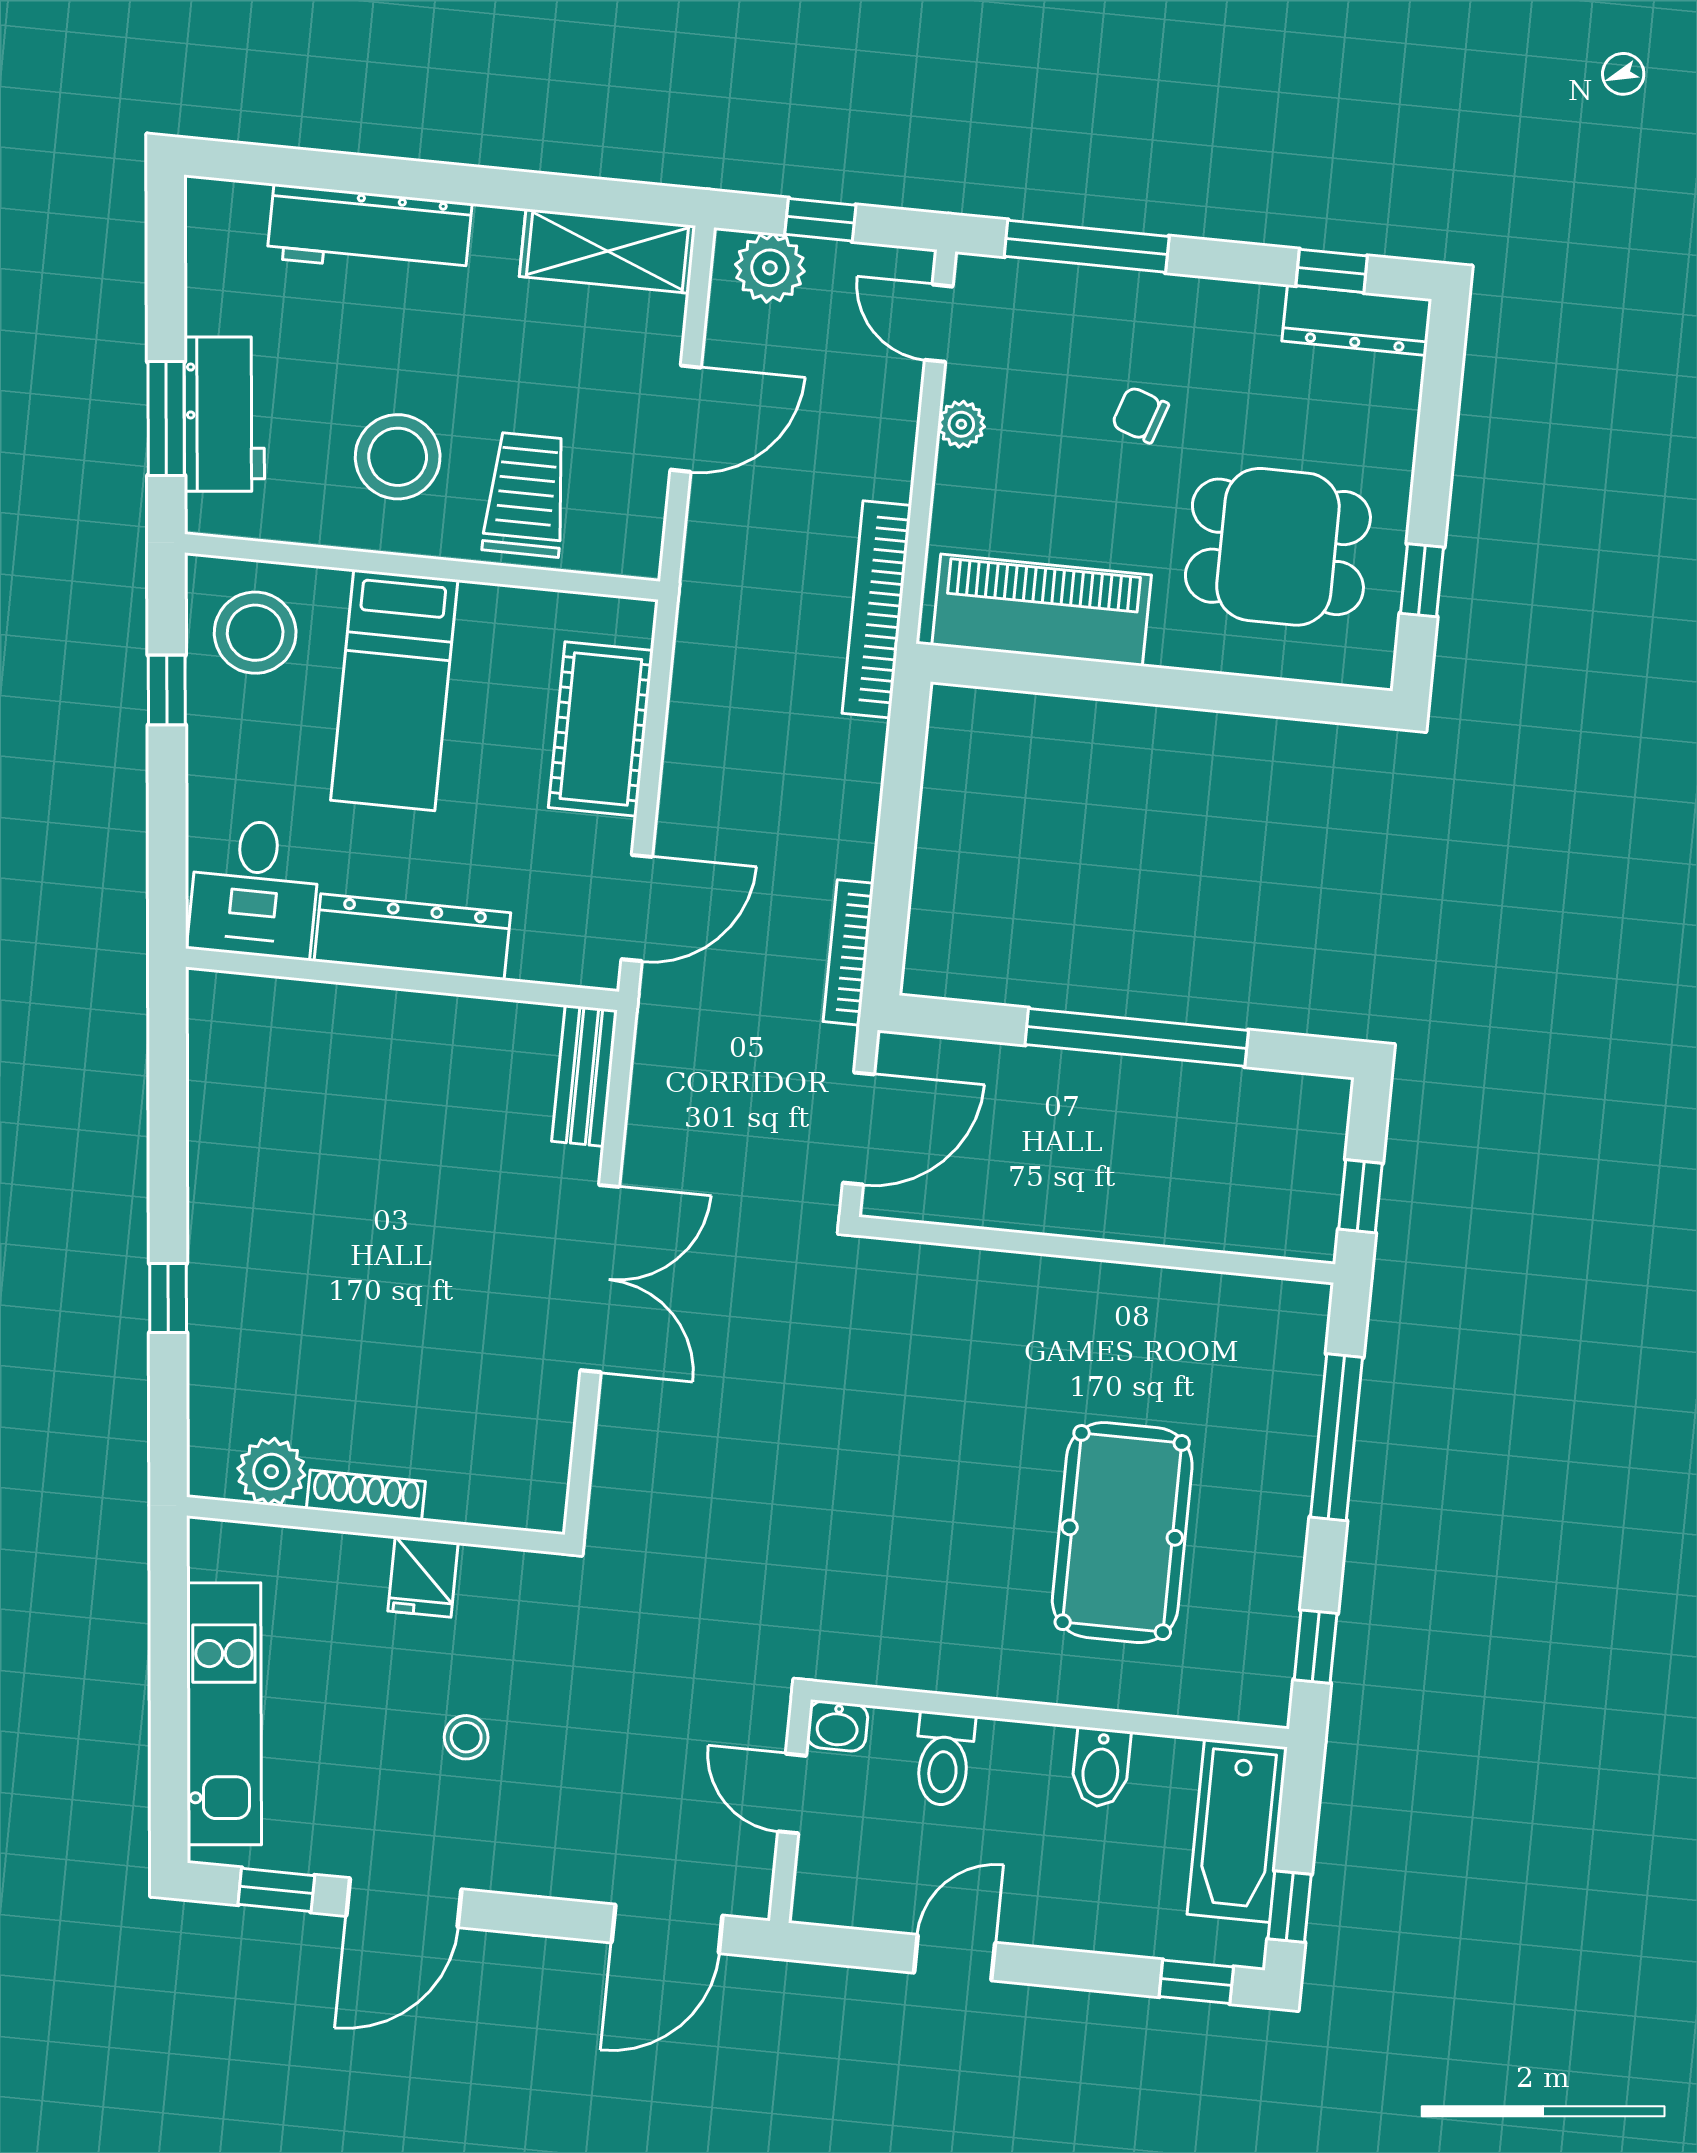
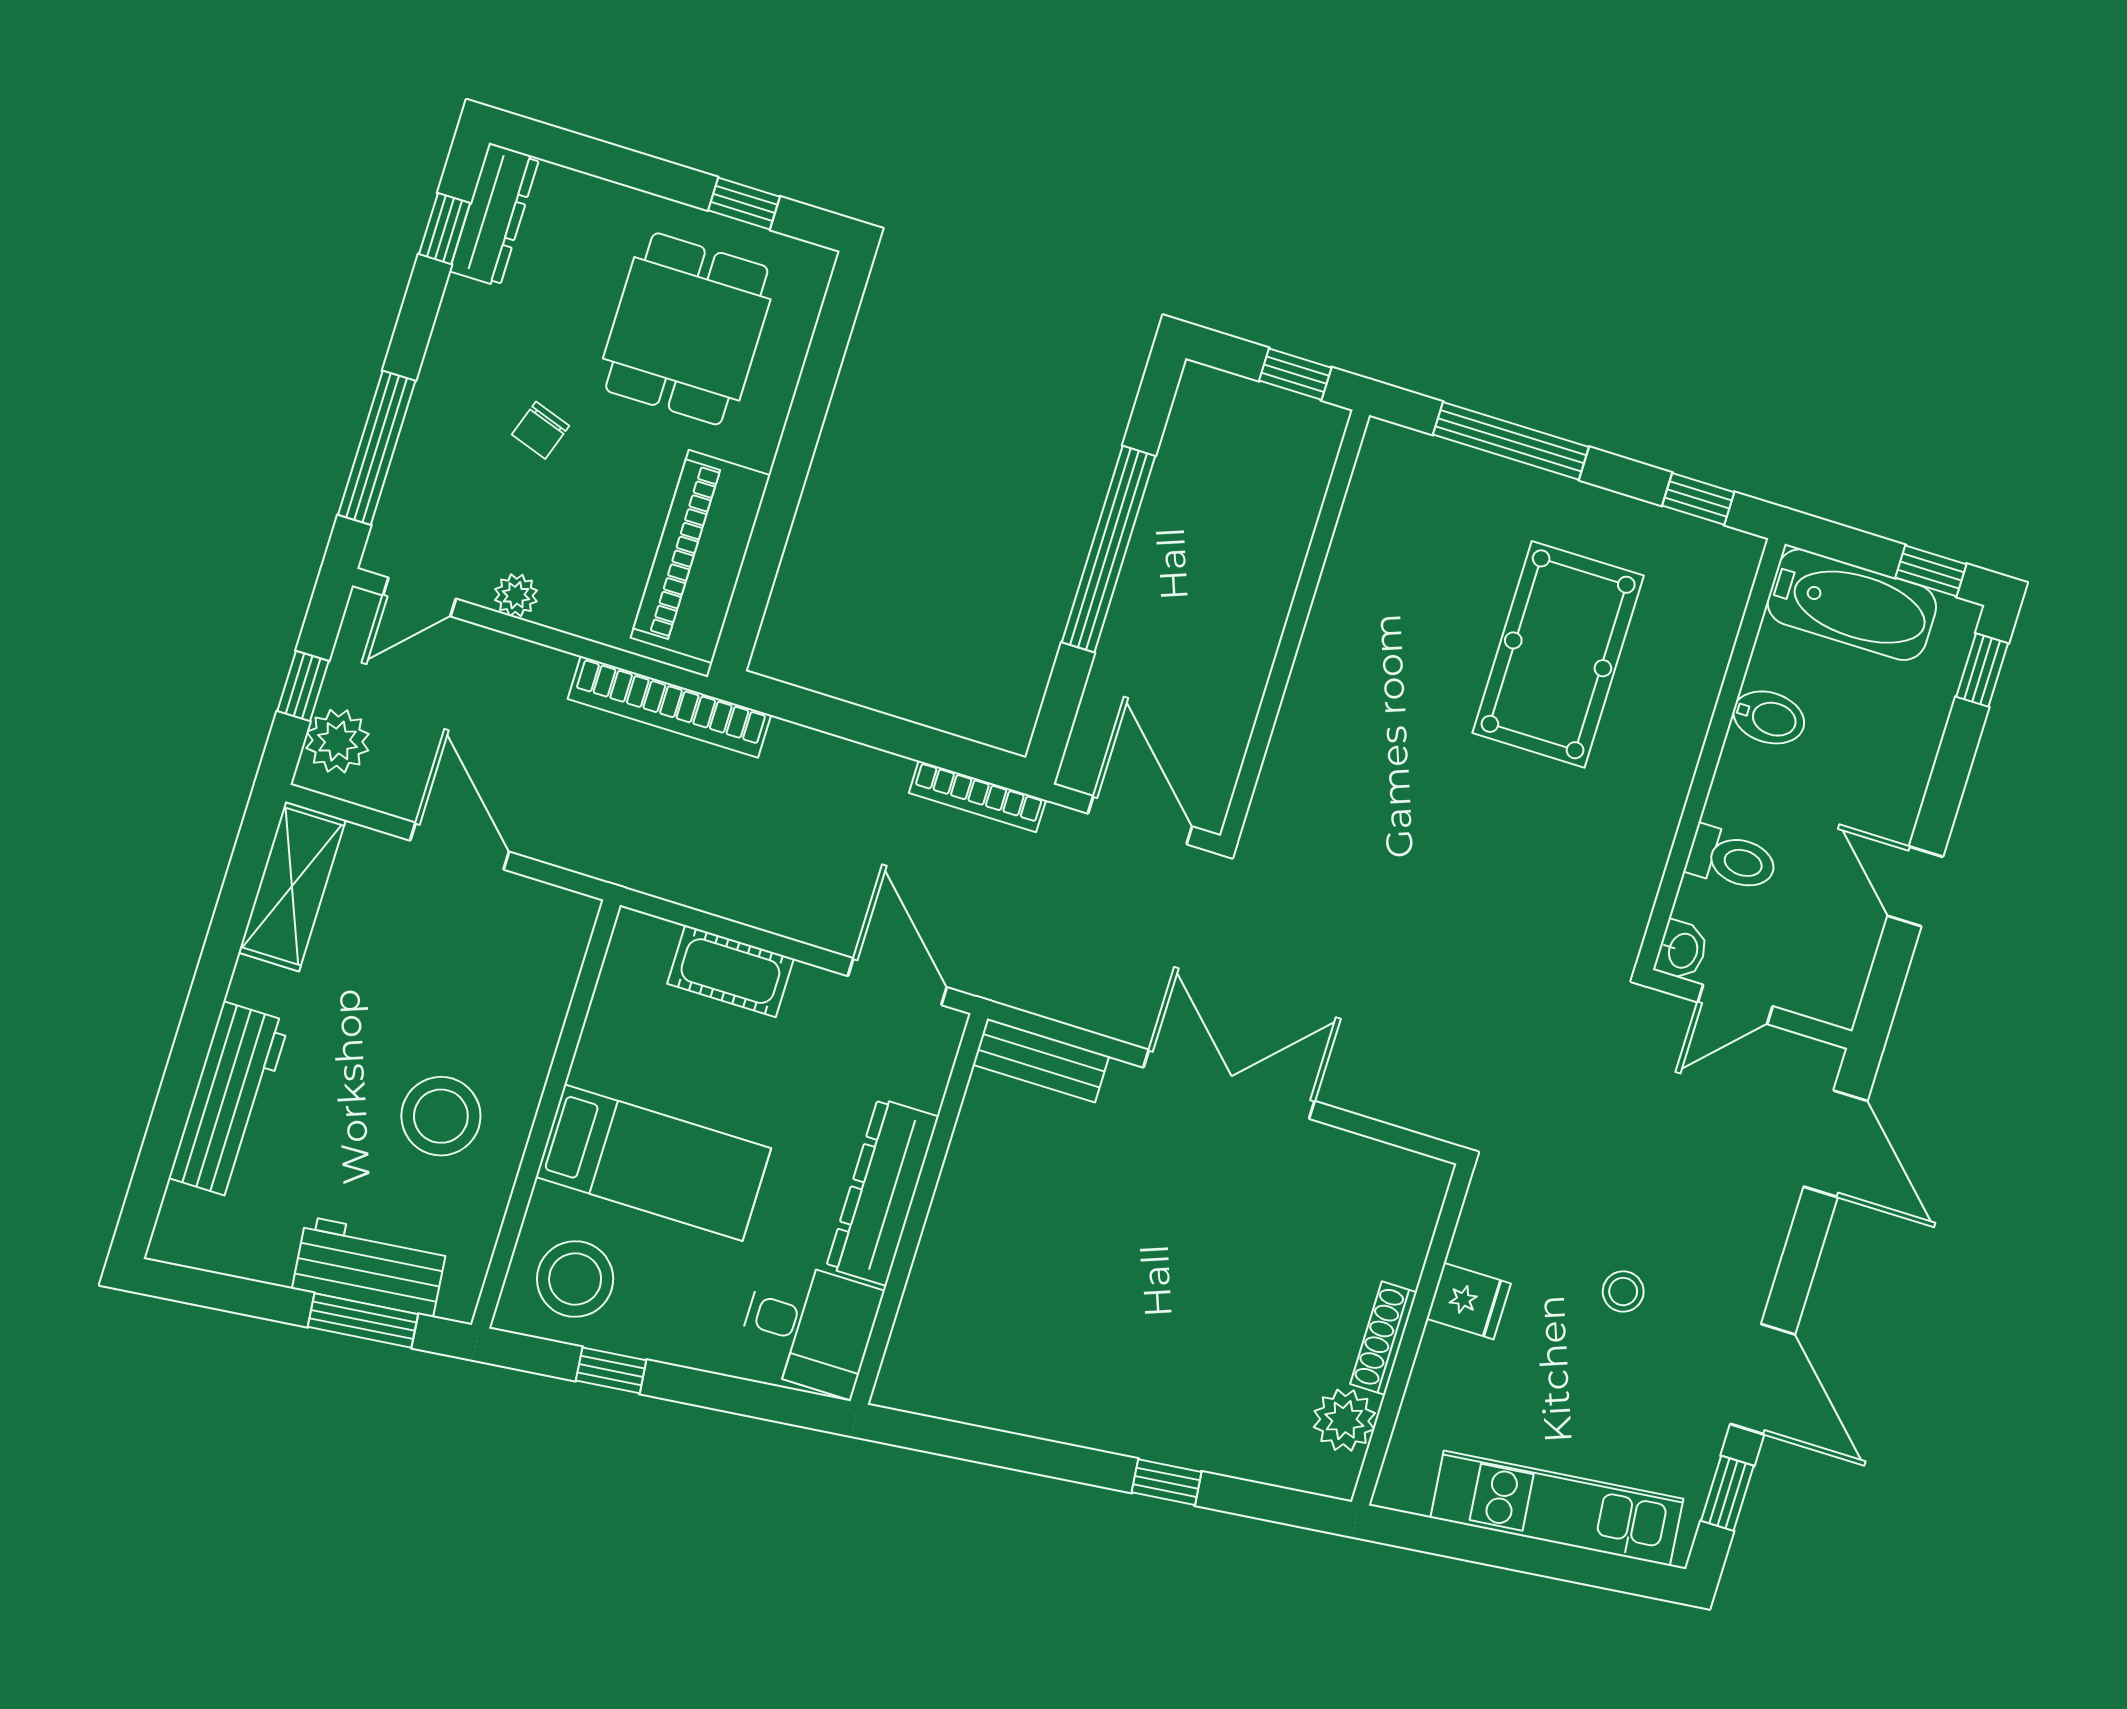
trolley: (526, 495) -> (499, 1006), removed
cot: (601, 729) -> (730, 971), width x0.73, depth x0.75
pool table: (1122, 1533) -> (1558, 654), turned 90

